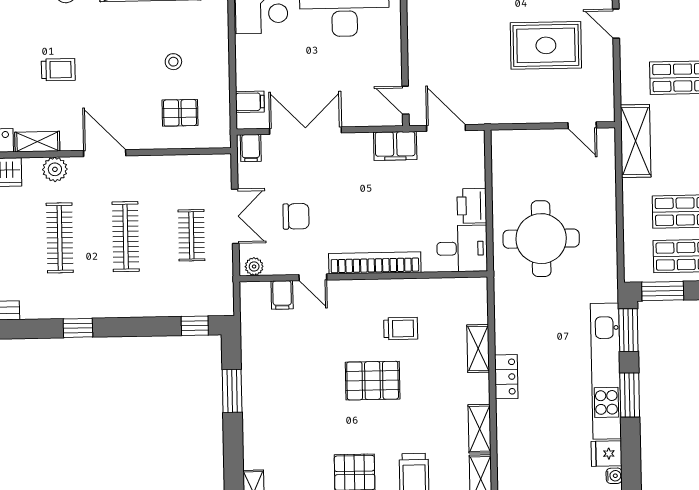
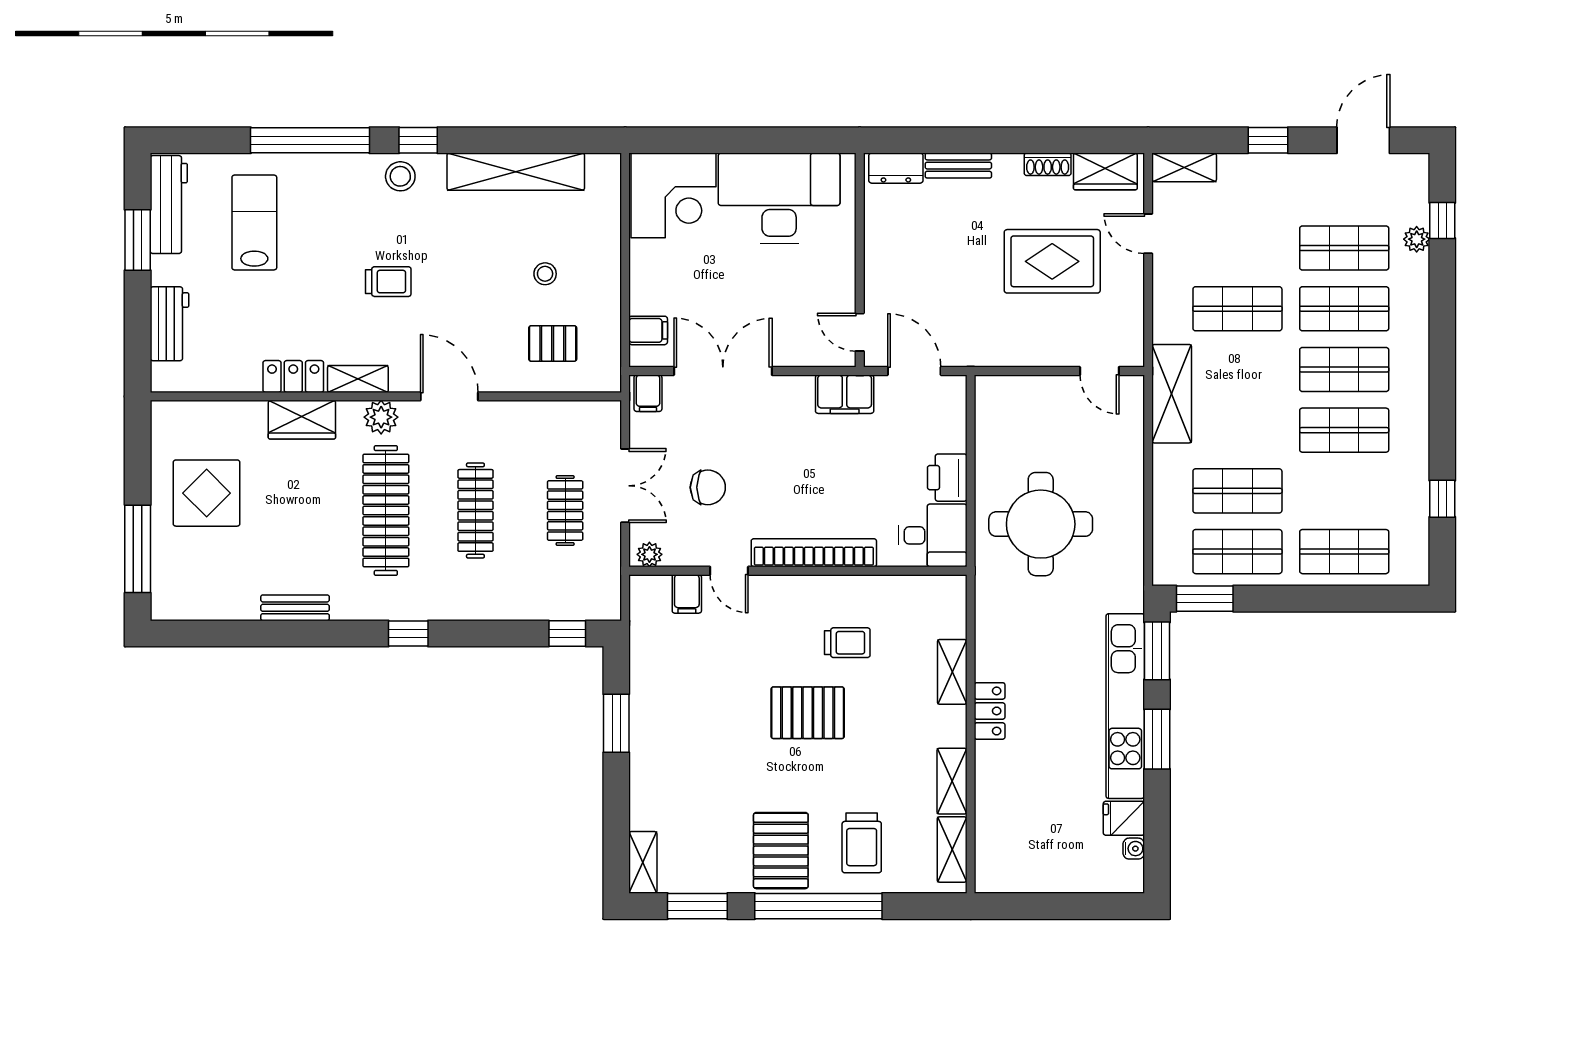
clothes rail: (60, 238) -> (386, 510), width x1.37, depth x1.31

